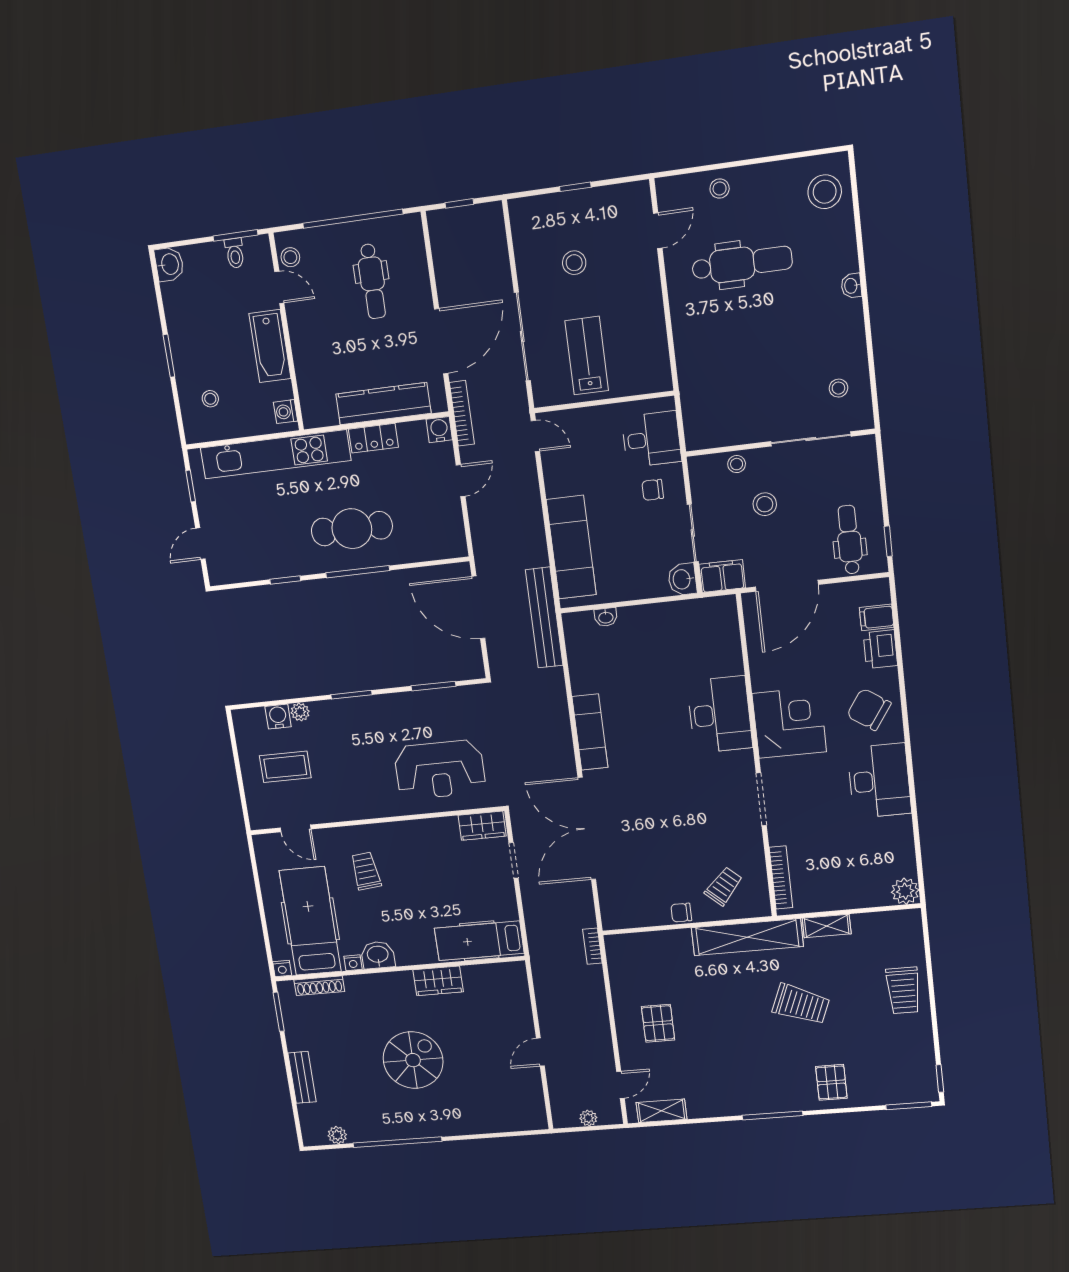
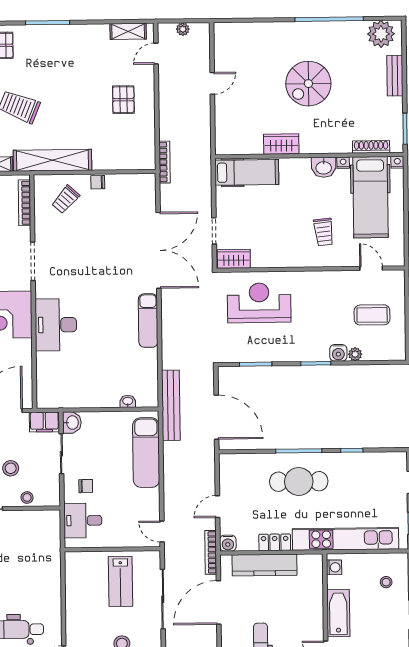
water cooler: (278, 717) -> (338, 353), moved
chair: (681, 913) -> (98, 182), turned 180
bookcase: (592, 946) -> (165, 162), width x1.56
plant: (337, 1135) -> (381, 34), width x1.88, depth x1.88

